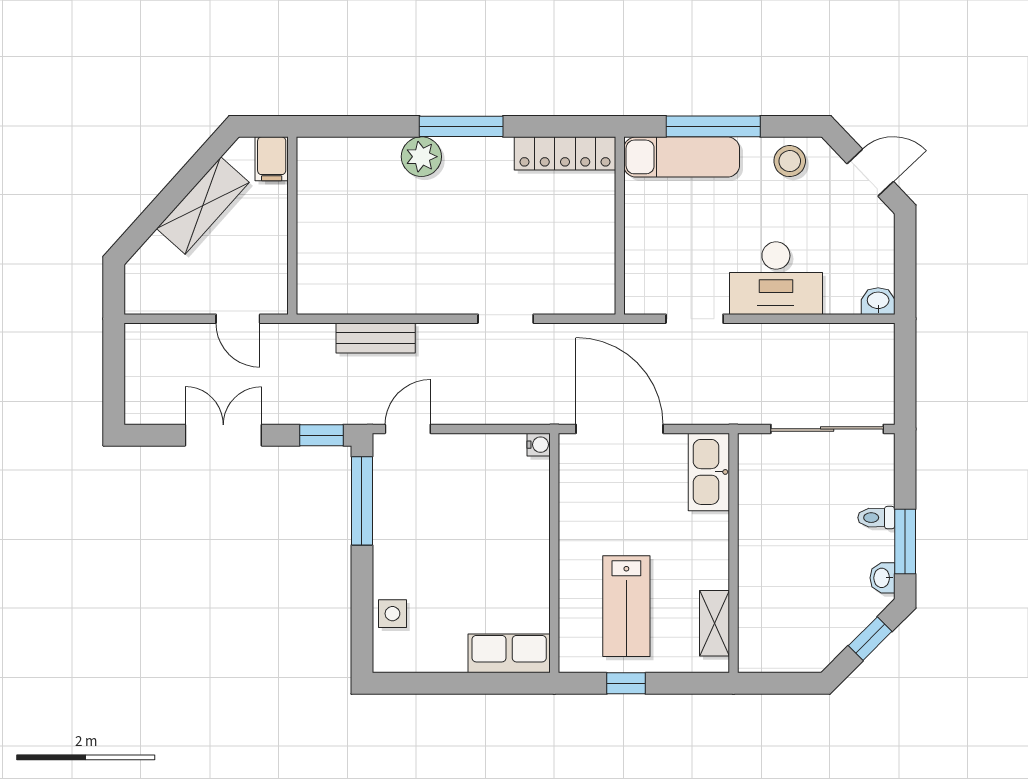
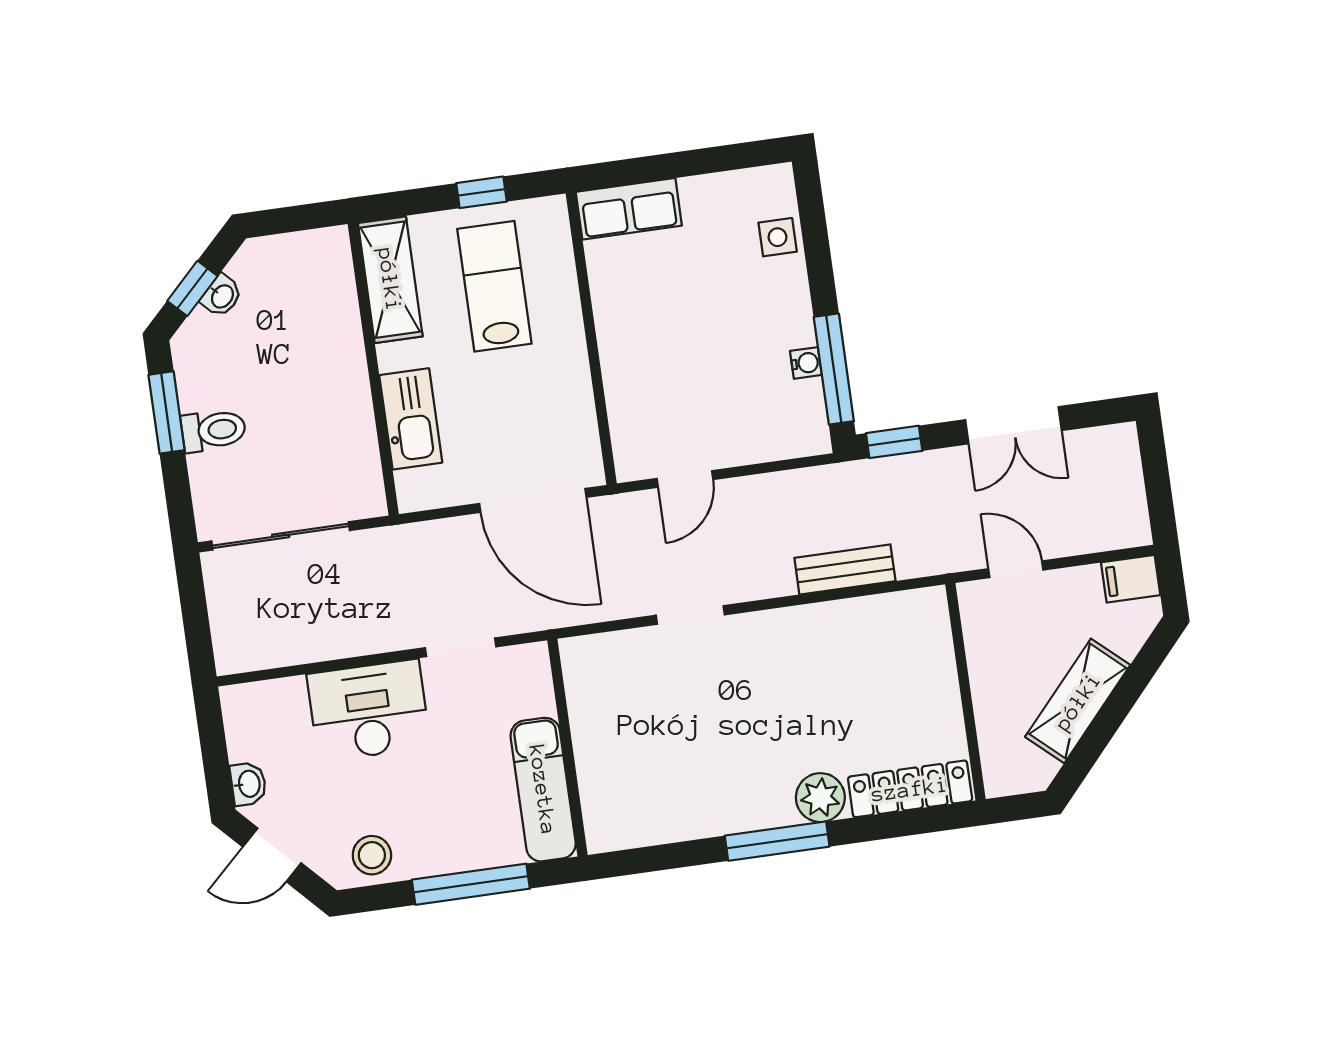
locker: (565, 153) -> (910, 789), moved
exam couch: (682, 157) -> (543, 790), moved, turned -90
filing cabinet: (272, 159) -> (1131, 579), moved, turned -90
washbasin: (878, 301) -> (248, 784), moved, turned -90
door: (408, 429) -> (685, 479), moved
water cooler: (539, 445) -> (806, 363), moved, turned 180
kitchen sink: (709, 472) -> (411, 419), moved
toilet: (876, 518) -> (214, 430), width x1.37, depth x1.39
washbasin: (882, 578) -> (222, 296), moved, turned 45
shelving: (715, 623) -> (390, 280), width x1.50, depth x1.33

